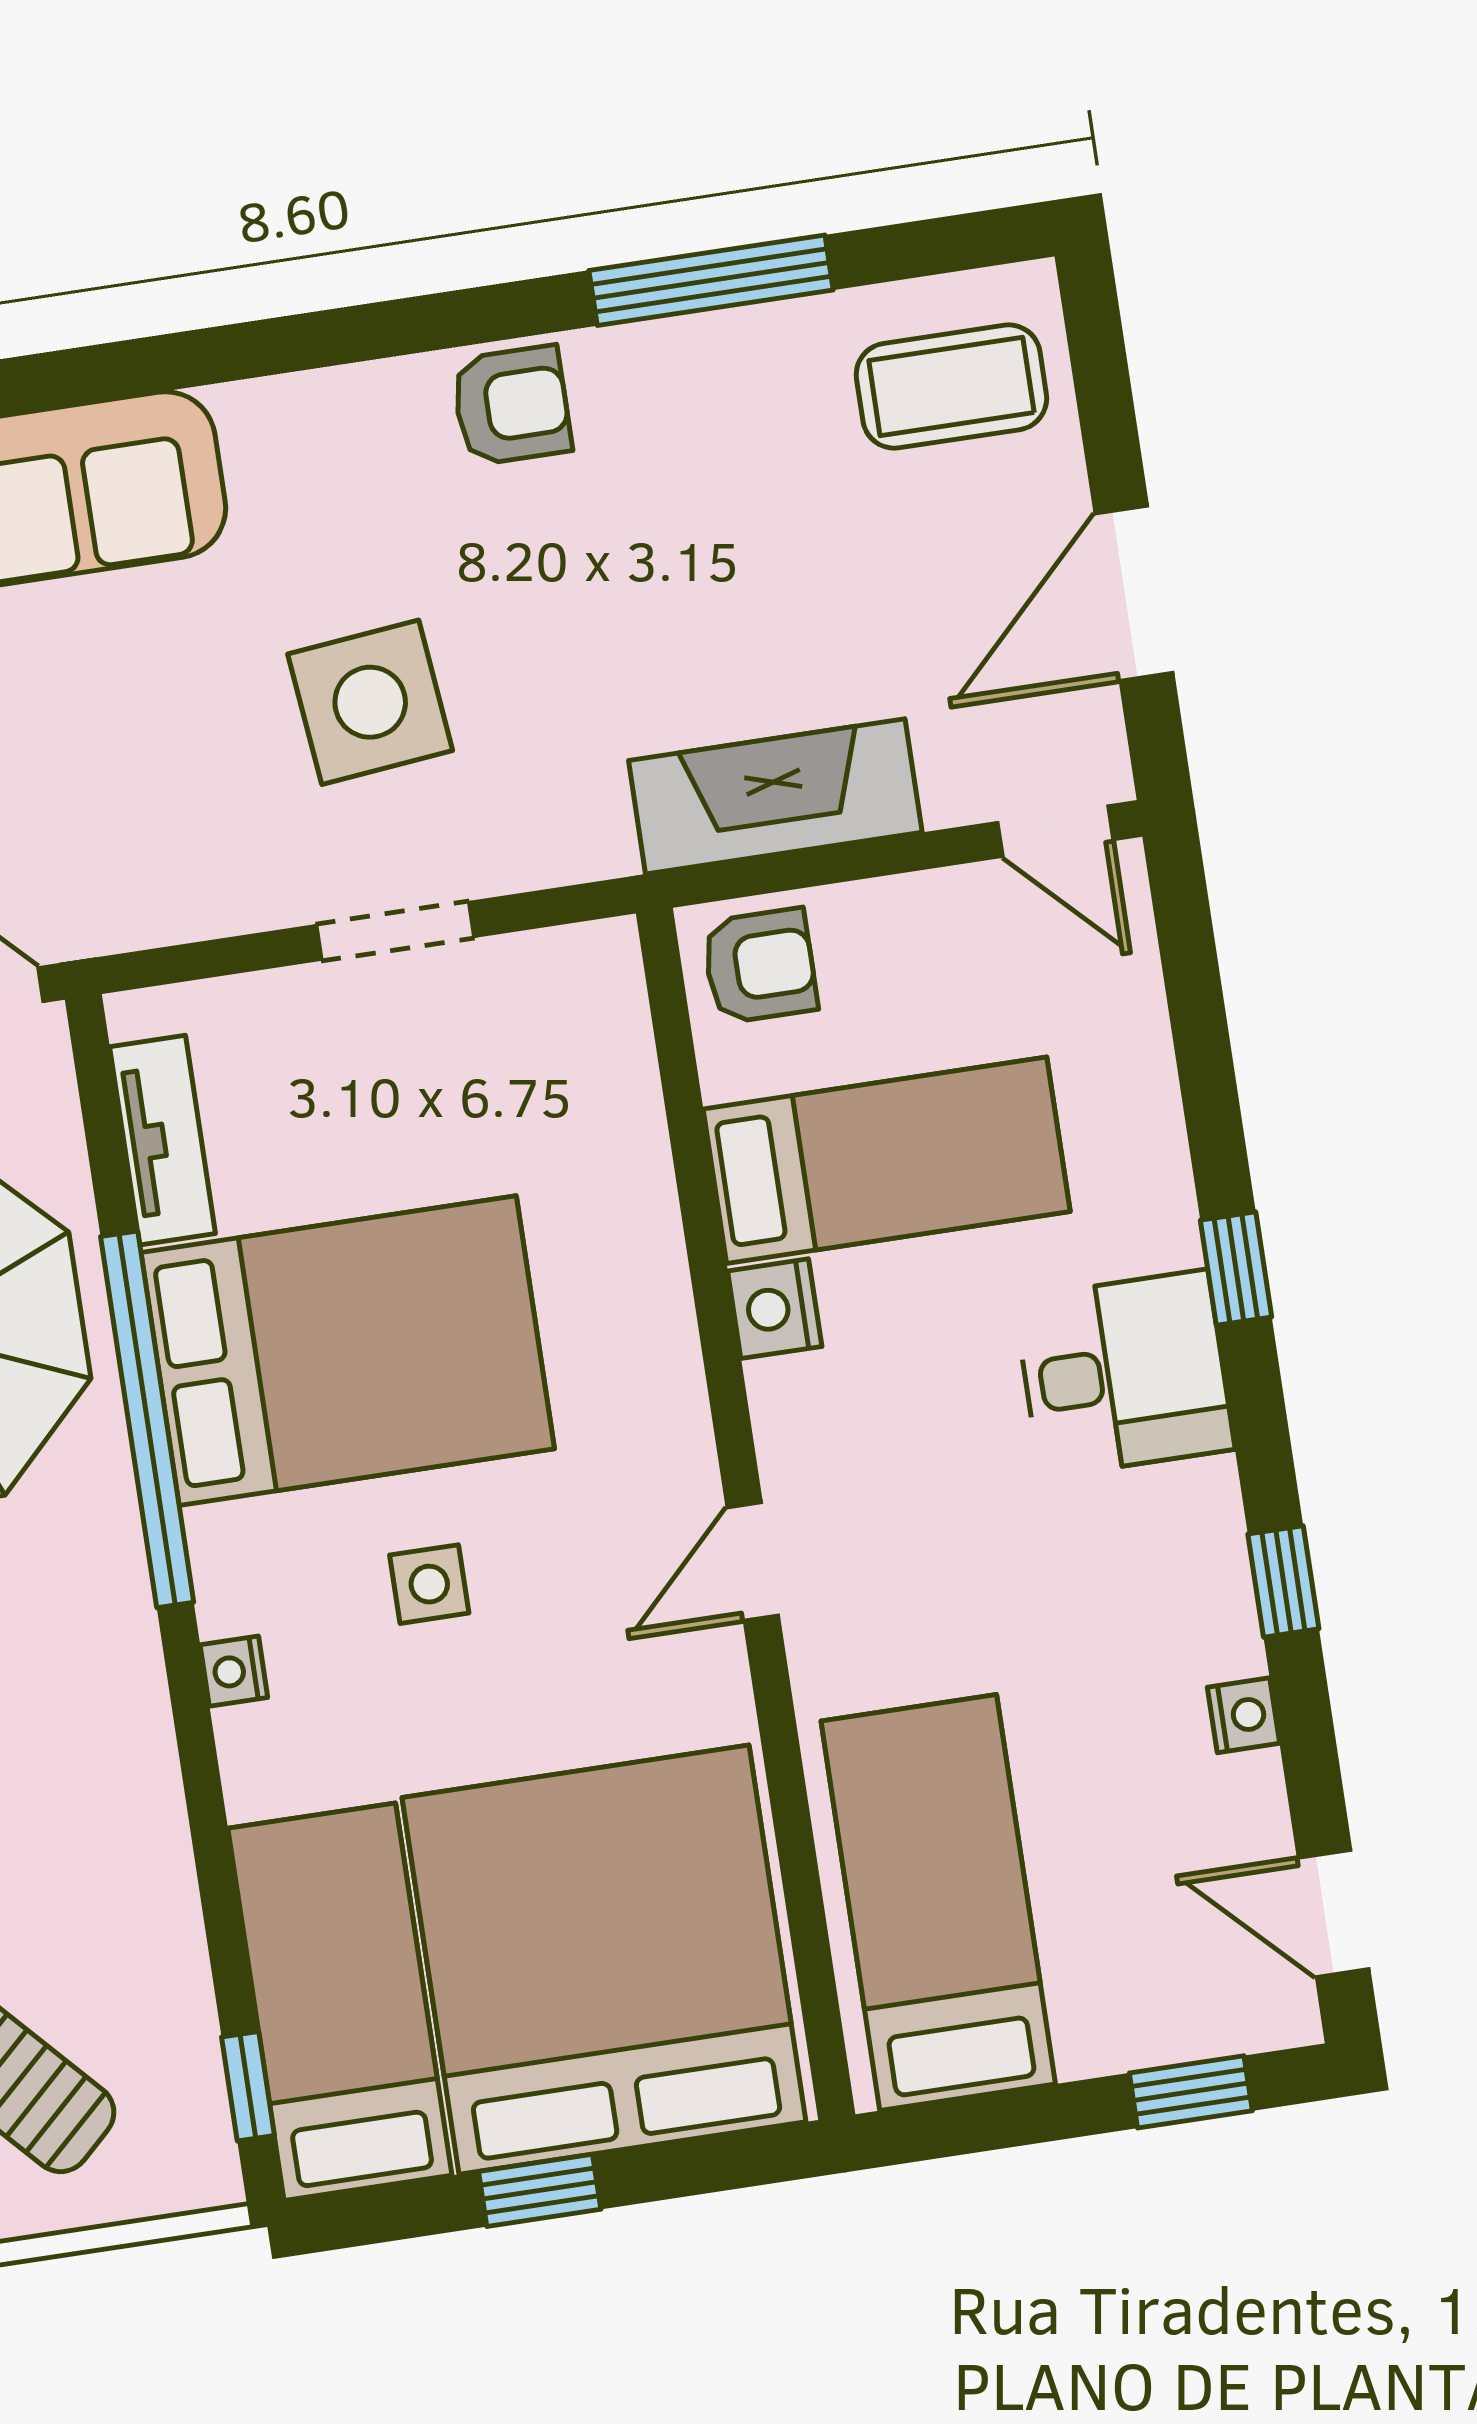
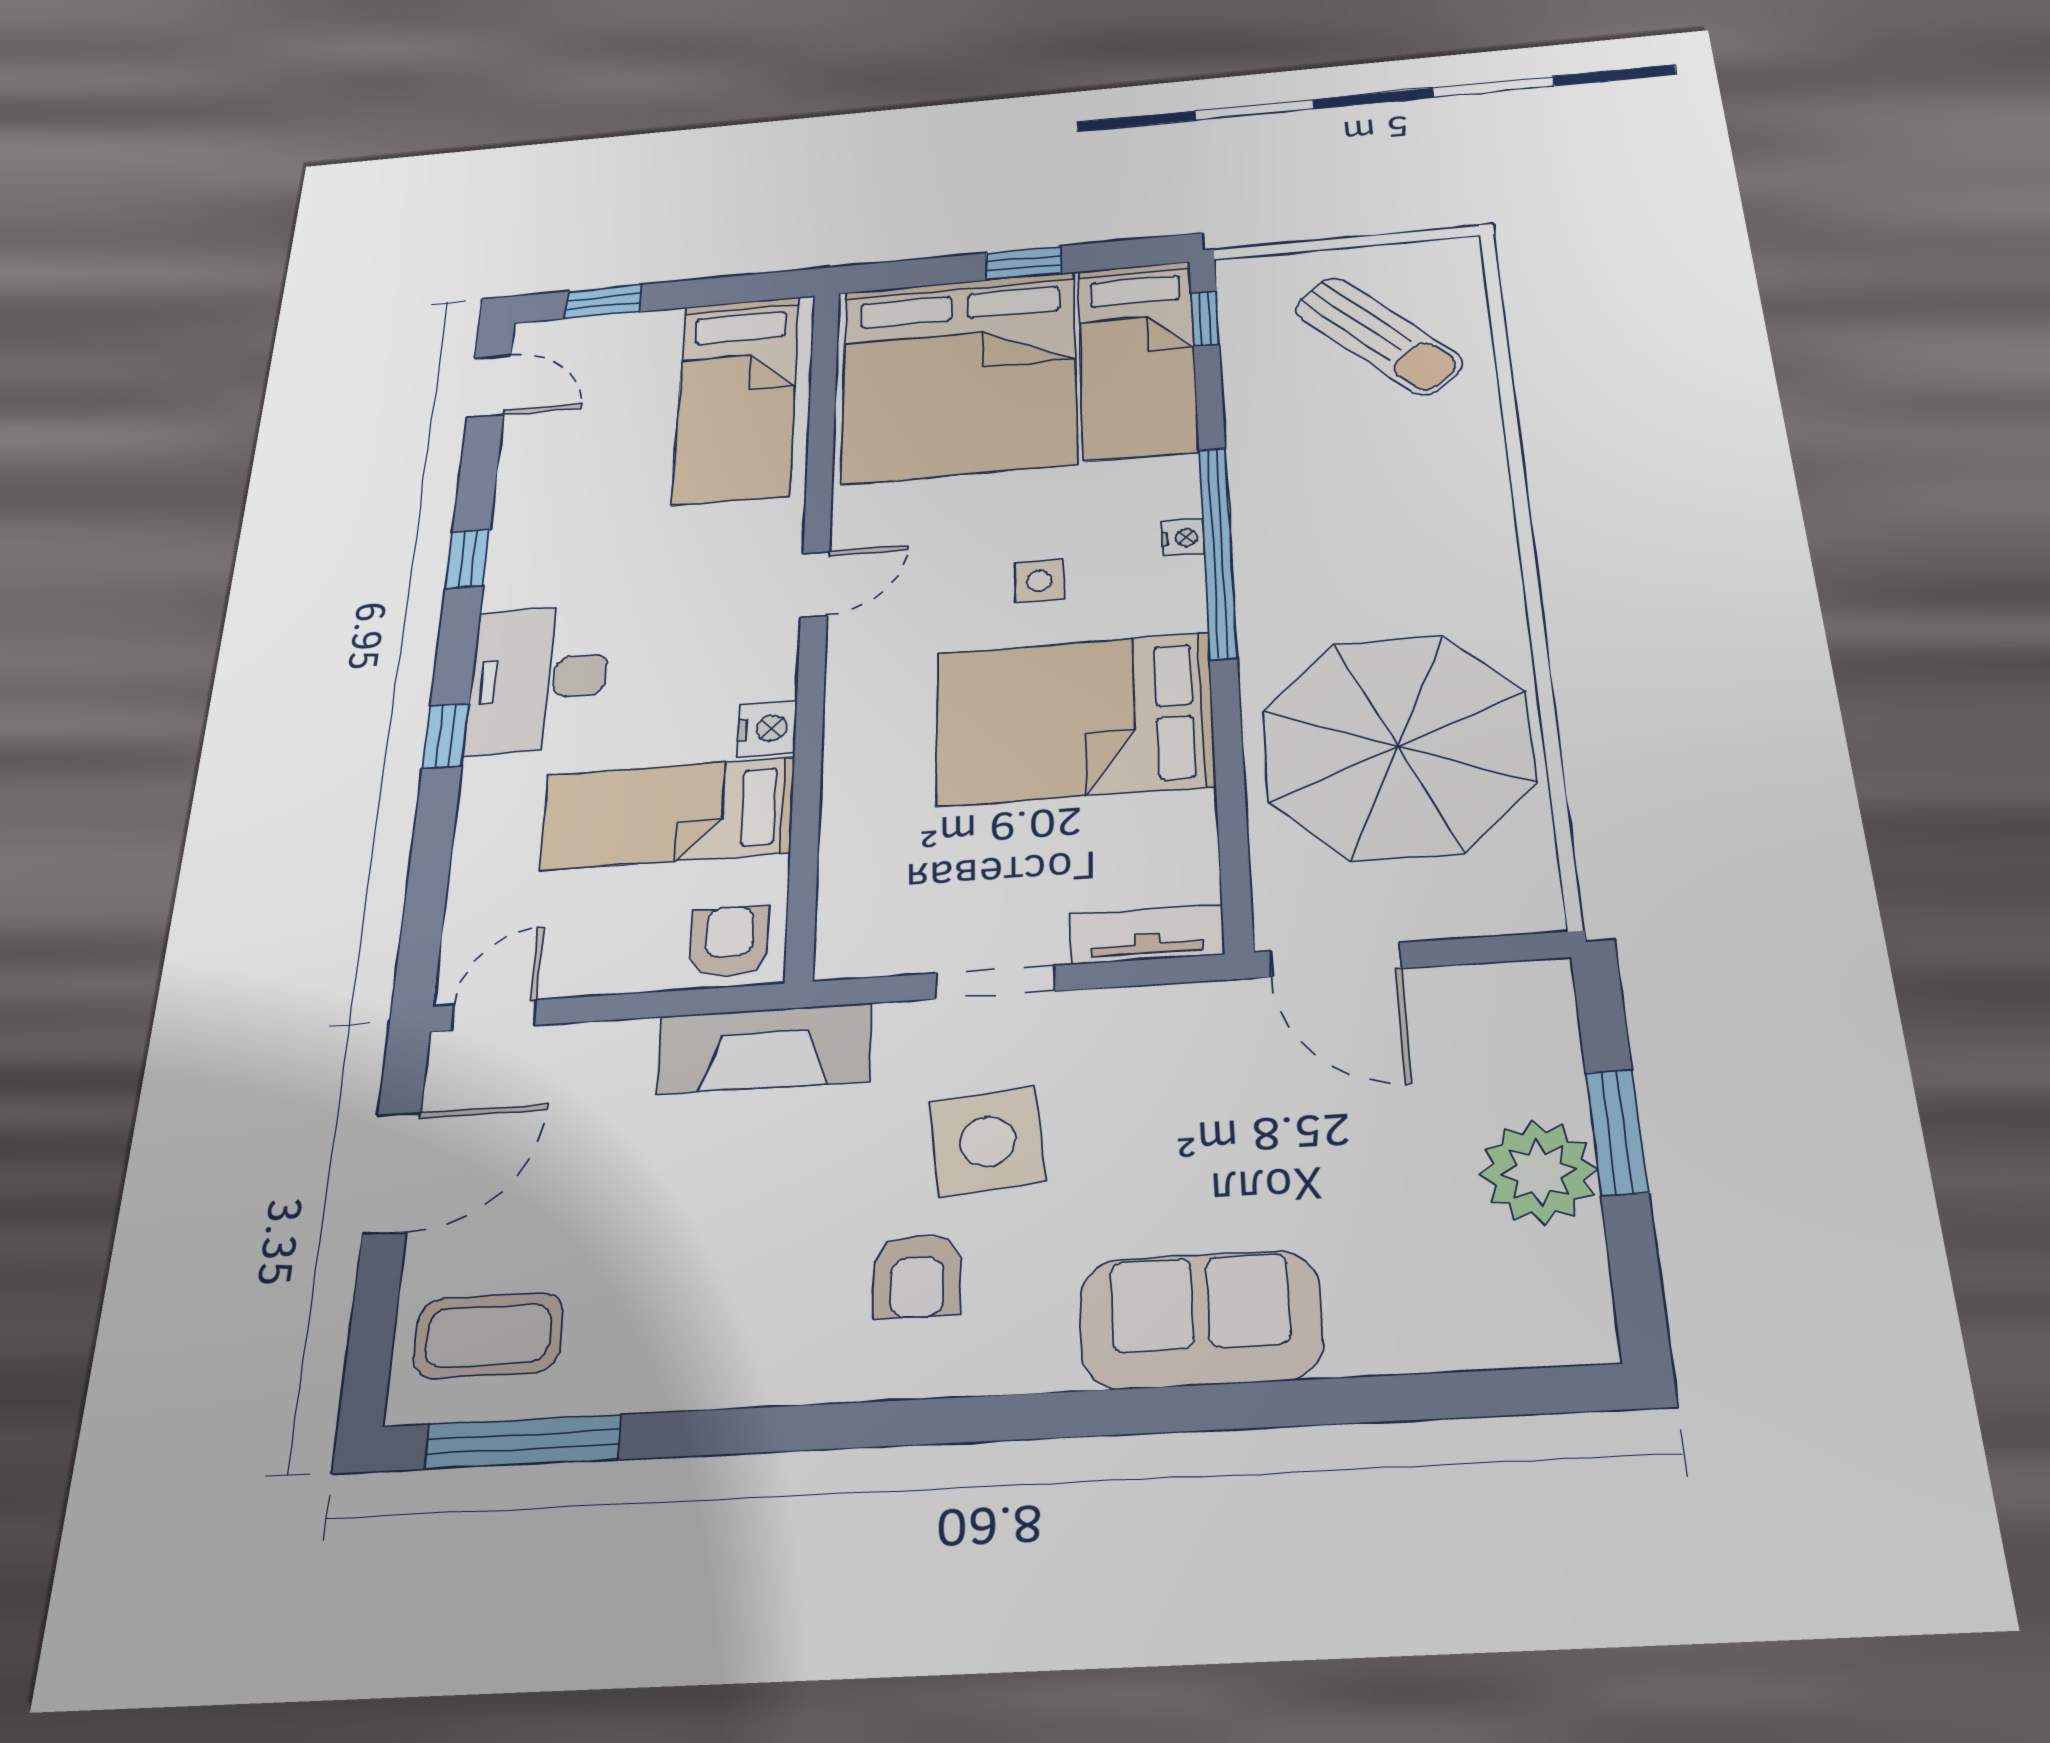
window: (711, 280) -> (523, 1442), moved
armchair: (511, 405) -> (917, 1276), moved, turned -90
fireplace: (775, 796) -> (764, 1048), moved
door: (1055, 831) -> (494, 1015), hinge flipped
armchair: (760, 966) -> (729, 941), turned 90
tv unit: (163, 1140) -> (1147, 934), moved, turned 90
desk: (1124, 1374) -> (538, 679), width x1.37
window: (147, 1419) -> (1218, 552), moved
nightstand: (1244, 1715) -> (515, 489), removed

